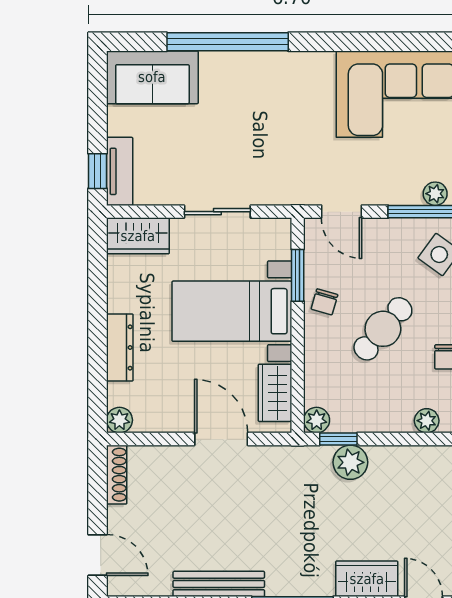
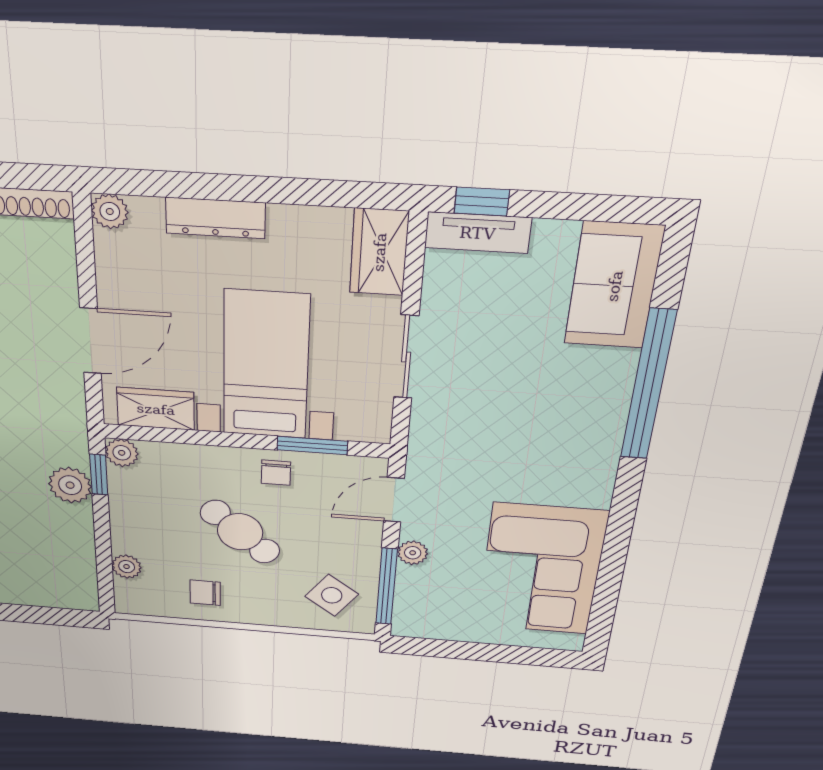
plant: (435, 194) -> (413, 553), moved
chair: (324, 302) -> (276, 473), turned -106

